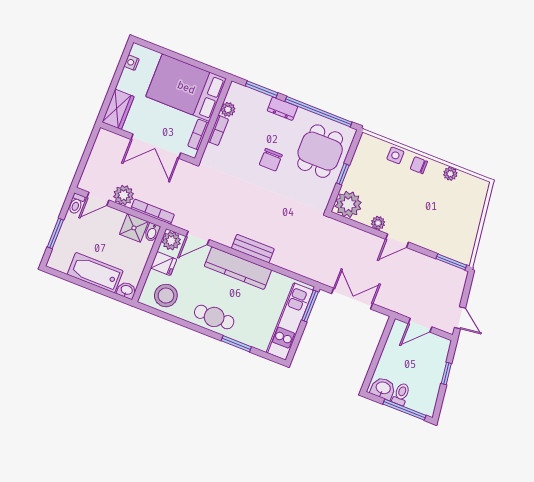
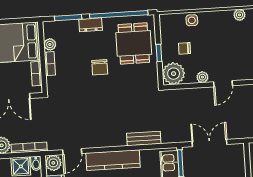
chair: (419, 165) -> (184, 48), moved
bench: (253, 249) -> (144, 139), moved

